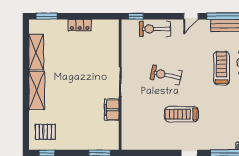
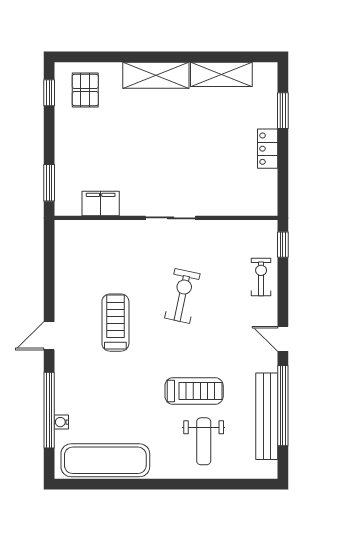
window: (47, 16) -> (283, 111), moved
exercise bike: (155, 29) -> (261, 277), width x0.73, depth x0.72
filing cabinet: (112, 110) -> (101, 203), moved

